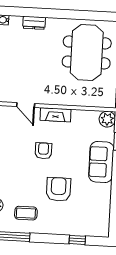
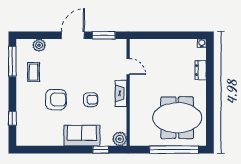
door: (26, 105) -> (128, 67), swing flipped
armchair: (43, 151) -> (91, 100), moved

